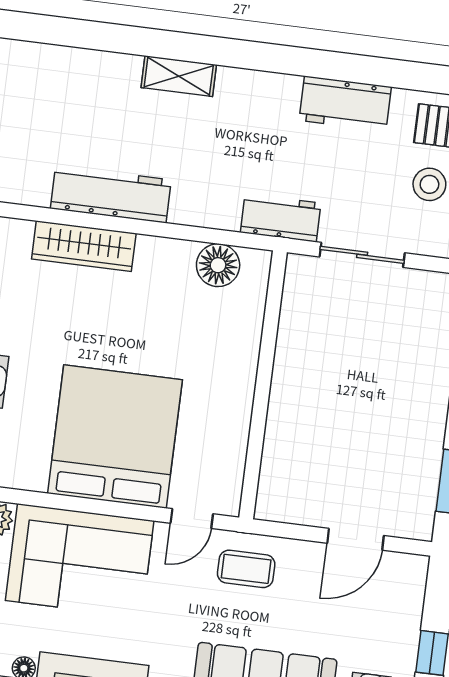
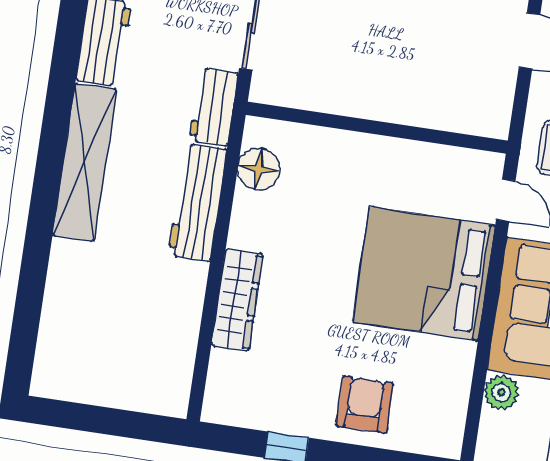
shelving: (179, 76) -> (85, 162), width x2.20, depth x1.33
workbench: (111, 194) -> (197, 202), moved

